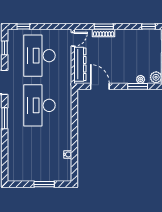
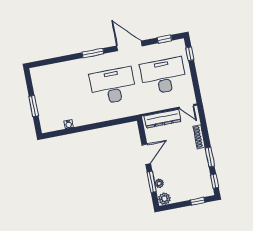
window: (104, 27) -> (210, 157), moved
door: (100, 86) -> (146, 154), moved

